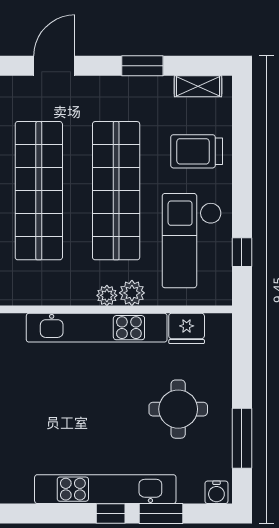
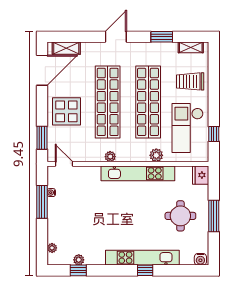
plant: (107, 295) -> (110, 157), moved
fridge: (187, 328) -> (201, 175), moved, turned 90
window: (242, 438) -> (214, 216), moved
window: (161, 514) -> (171, 270), removed

